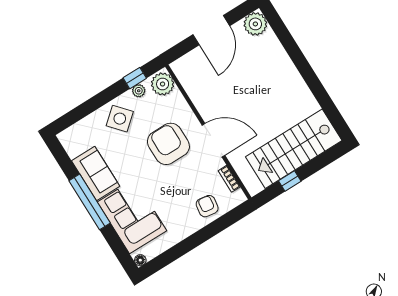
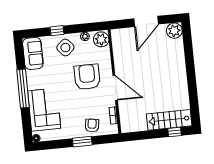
window: (135, 78) -> (57, 31), moved
stairs: (294, 149) -> (169, 120), width x0.73, depth x0.66
sofa: (96, 173) -> (33, 53), moved
window: (290, 181) -> (175, 132), moved
window: (204, 234) -> (82, 142), added

